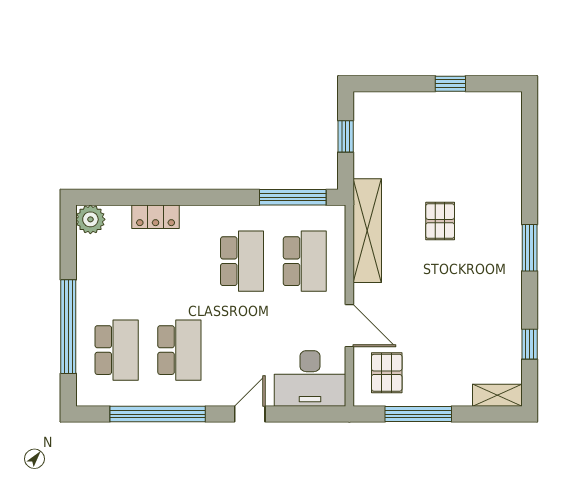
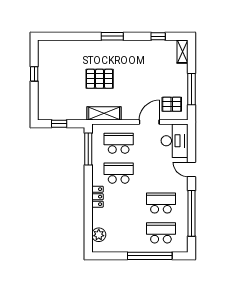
locker: (156, 217) -> (97, 197), moved
plant: (90, 219) -> (99, 235), moved
pallet: (440, 221) -> (100, 79), width x1.50, depth x1.42
shelving: (367, 231) -> (104, 113), width x0.68

